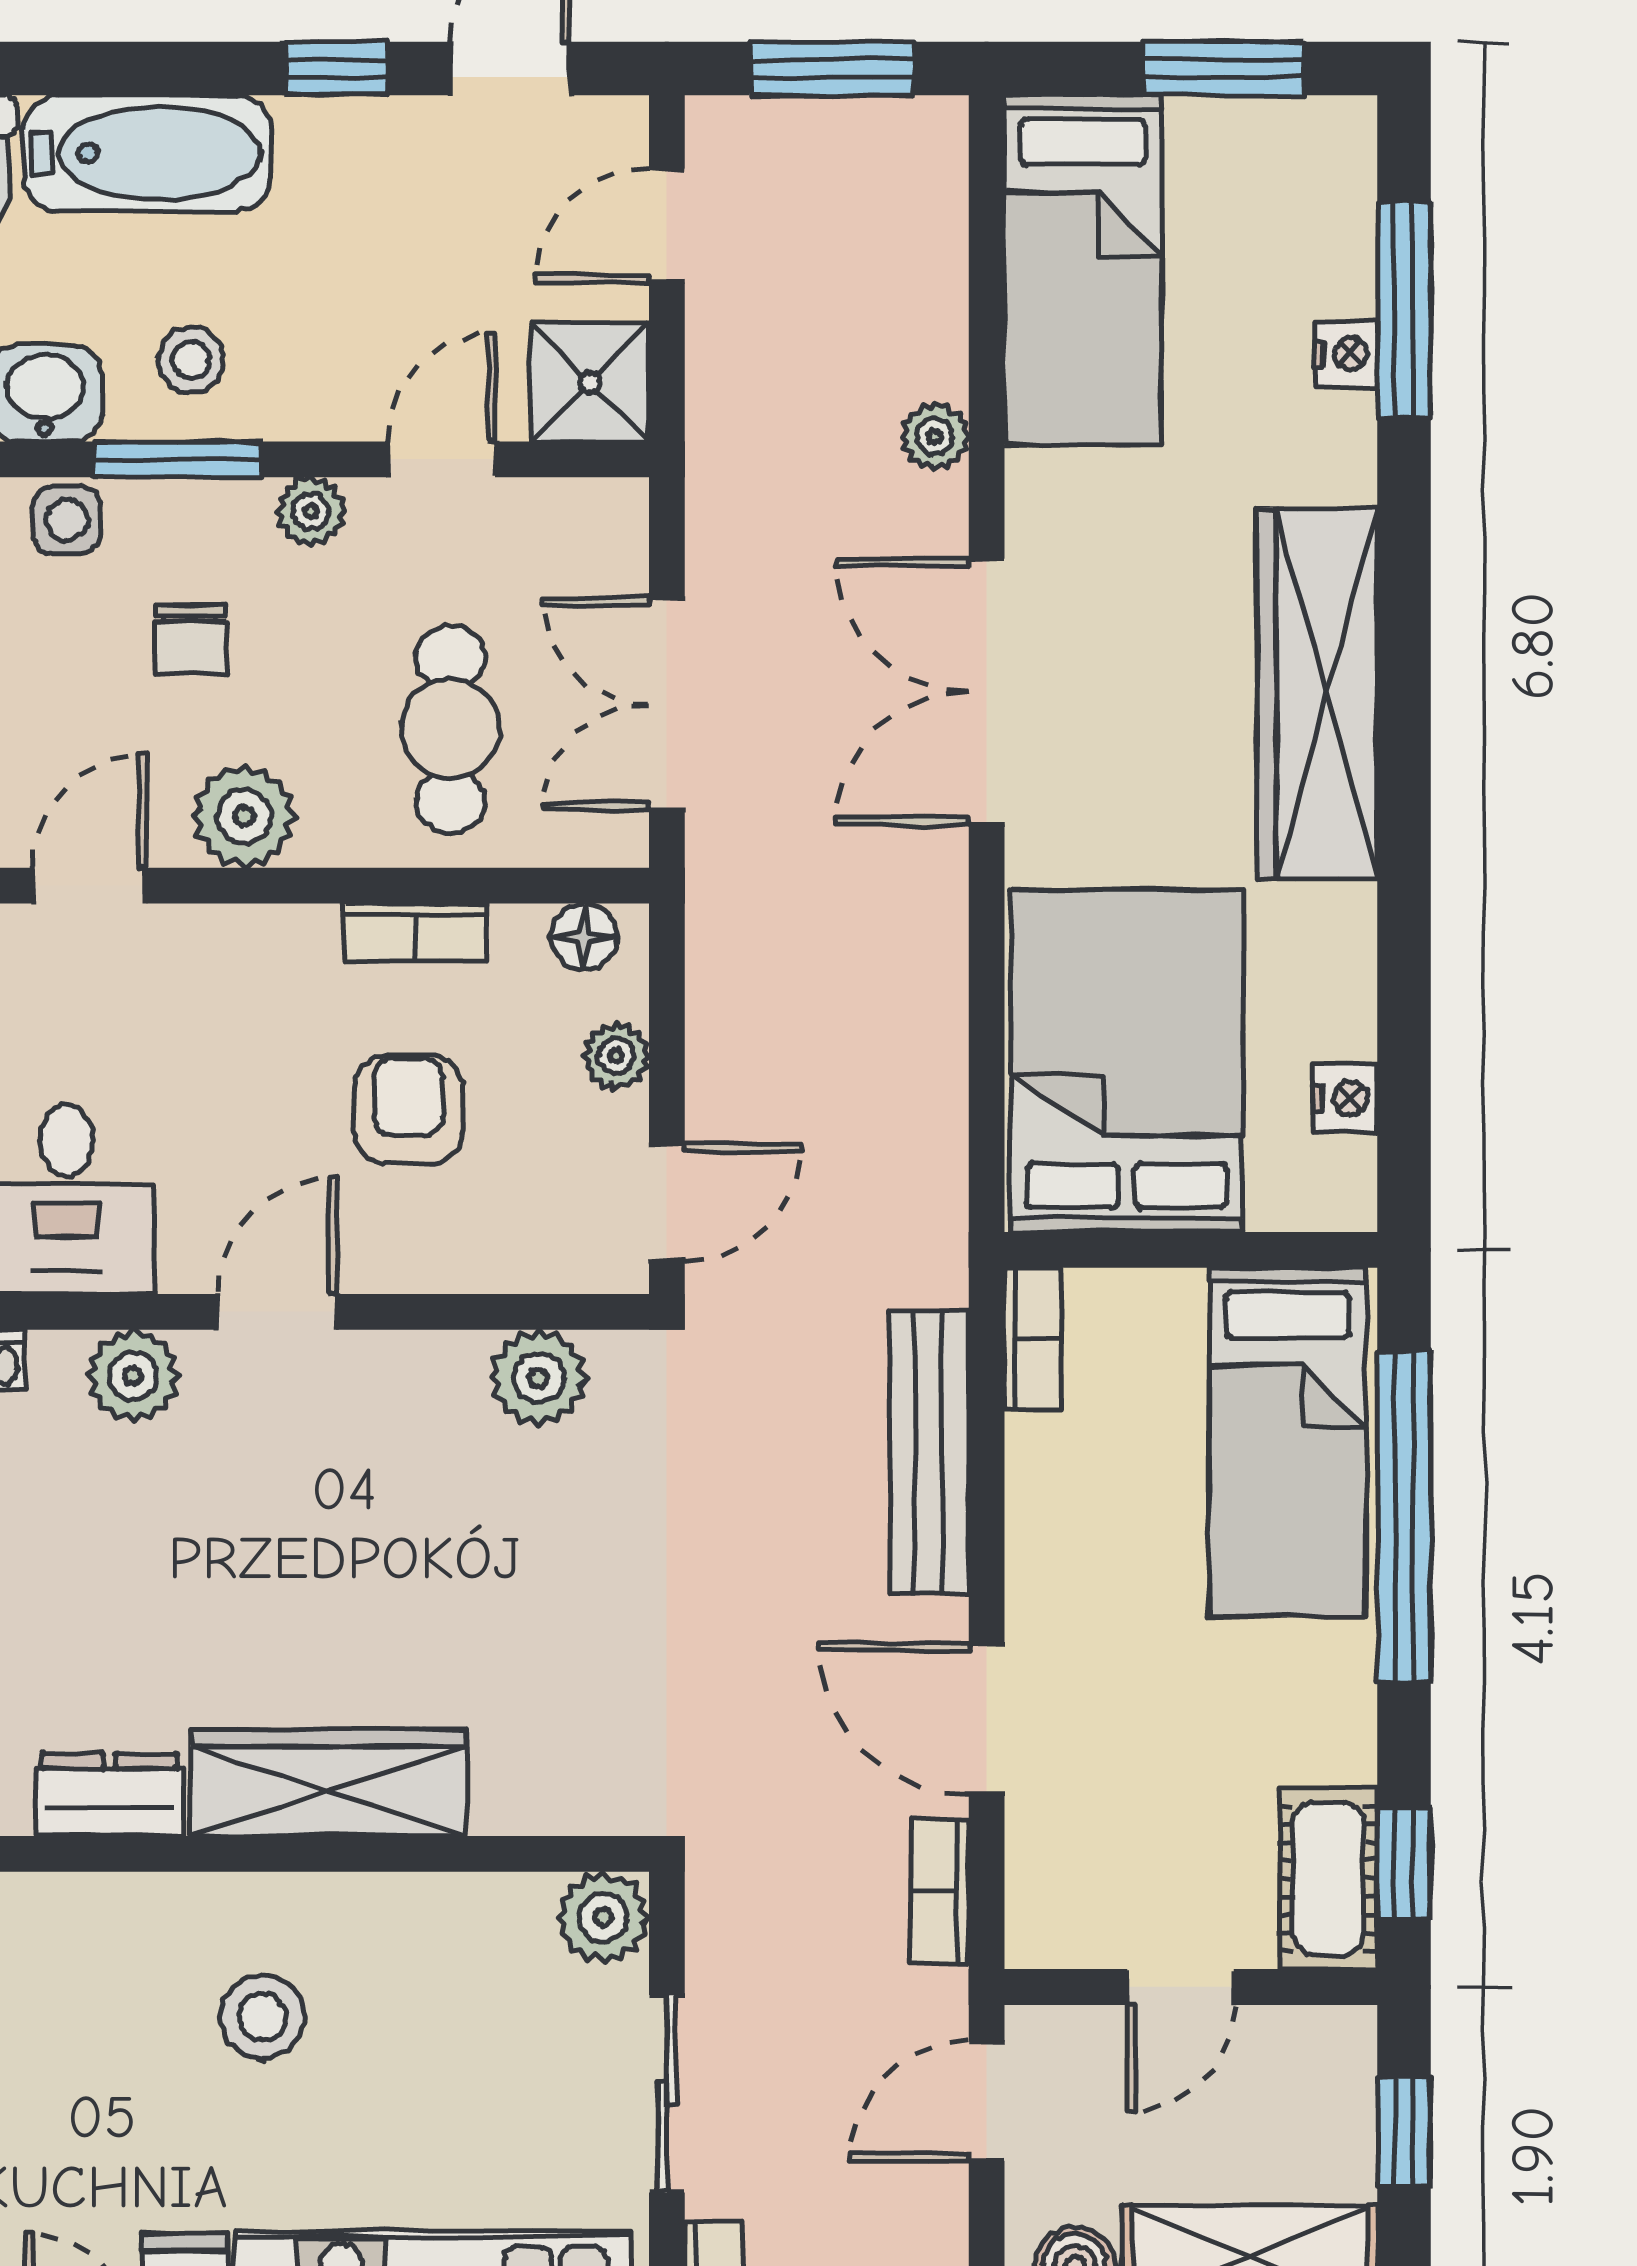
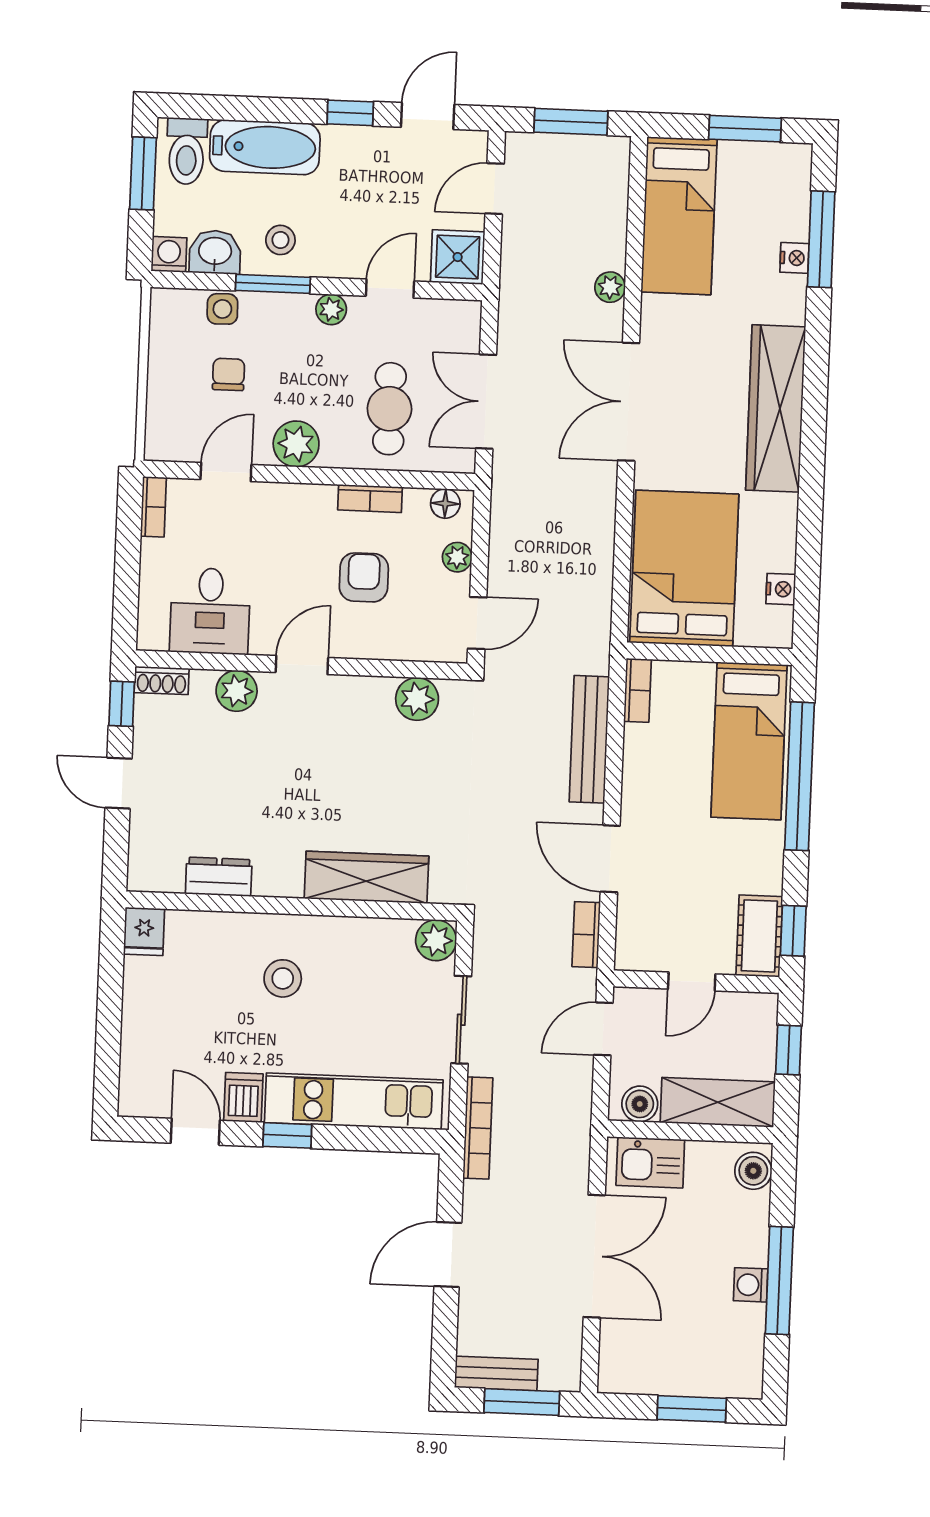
chair: (190, 640) -> (229, 374), moved, turned 180
wardrobe: (328, 1783) -> (366, 877), moved

